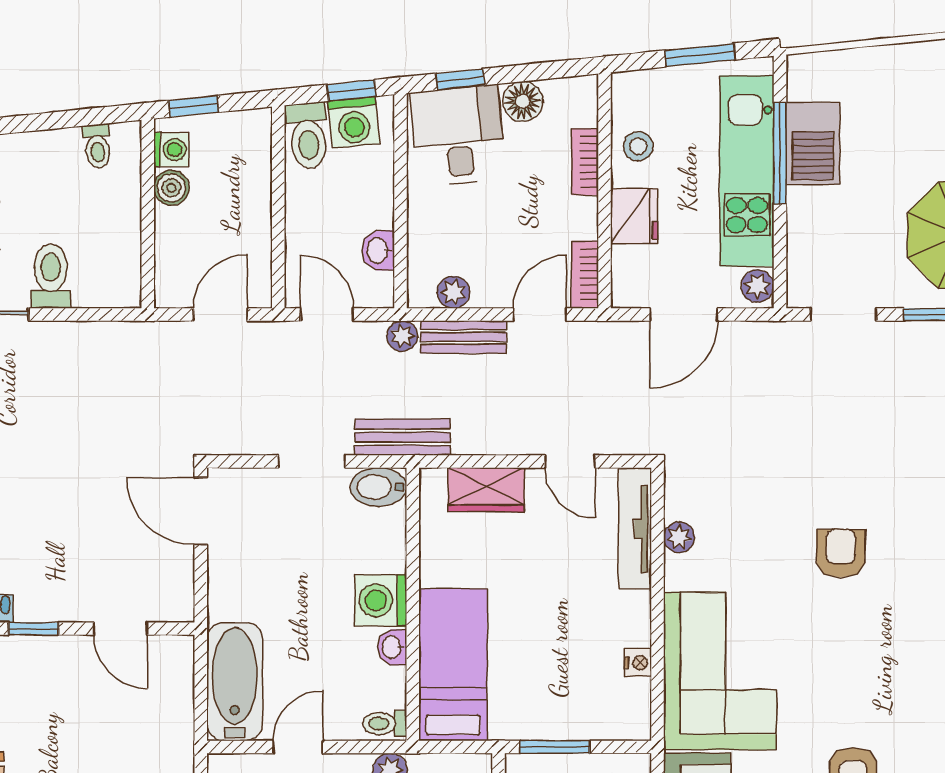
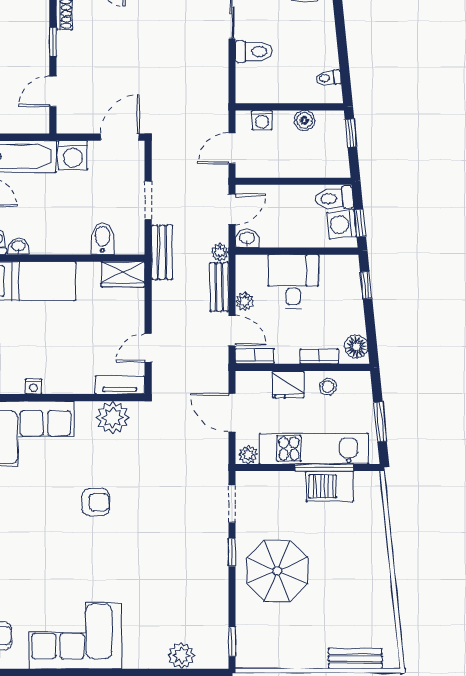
floor lamp: (523, 101) -> (356, 347), moved
desk: (458, 136) -> (293, 282), moved, turned -84
washing machine: (171, 150) -> (262, 120), moved
washbasin: (378, 250) -> (247, 238), moved
plant: (453, 292) -> (245, 301), moved
door: (220, 315) -> (232, 148), swing flipped
bidet: (379, 487) -> (103, 238), moved
wardrobe: (486, 490) -> (123, 274), moved, turned -90
tv unit: (635, 529) -> (120, 385), width x0.71
plant: (679, 537) -> (113, 418), width x1.87, depth x1.87
washing machine: (381, 600) -> (73, 155), moved, turned 180
washbasin: (392, 647) -> (18, 246), moved

